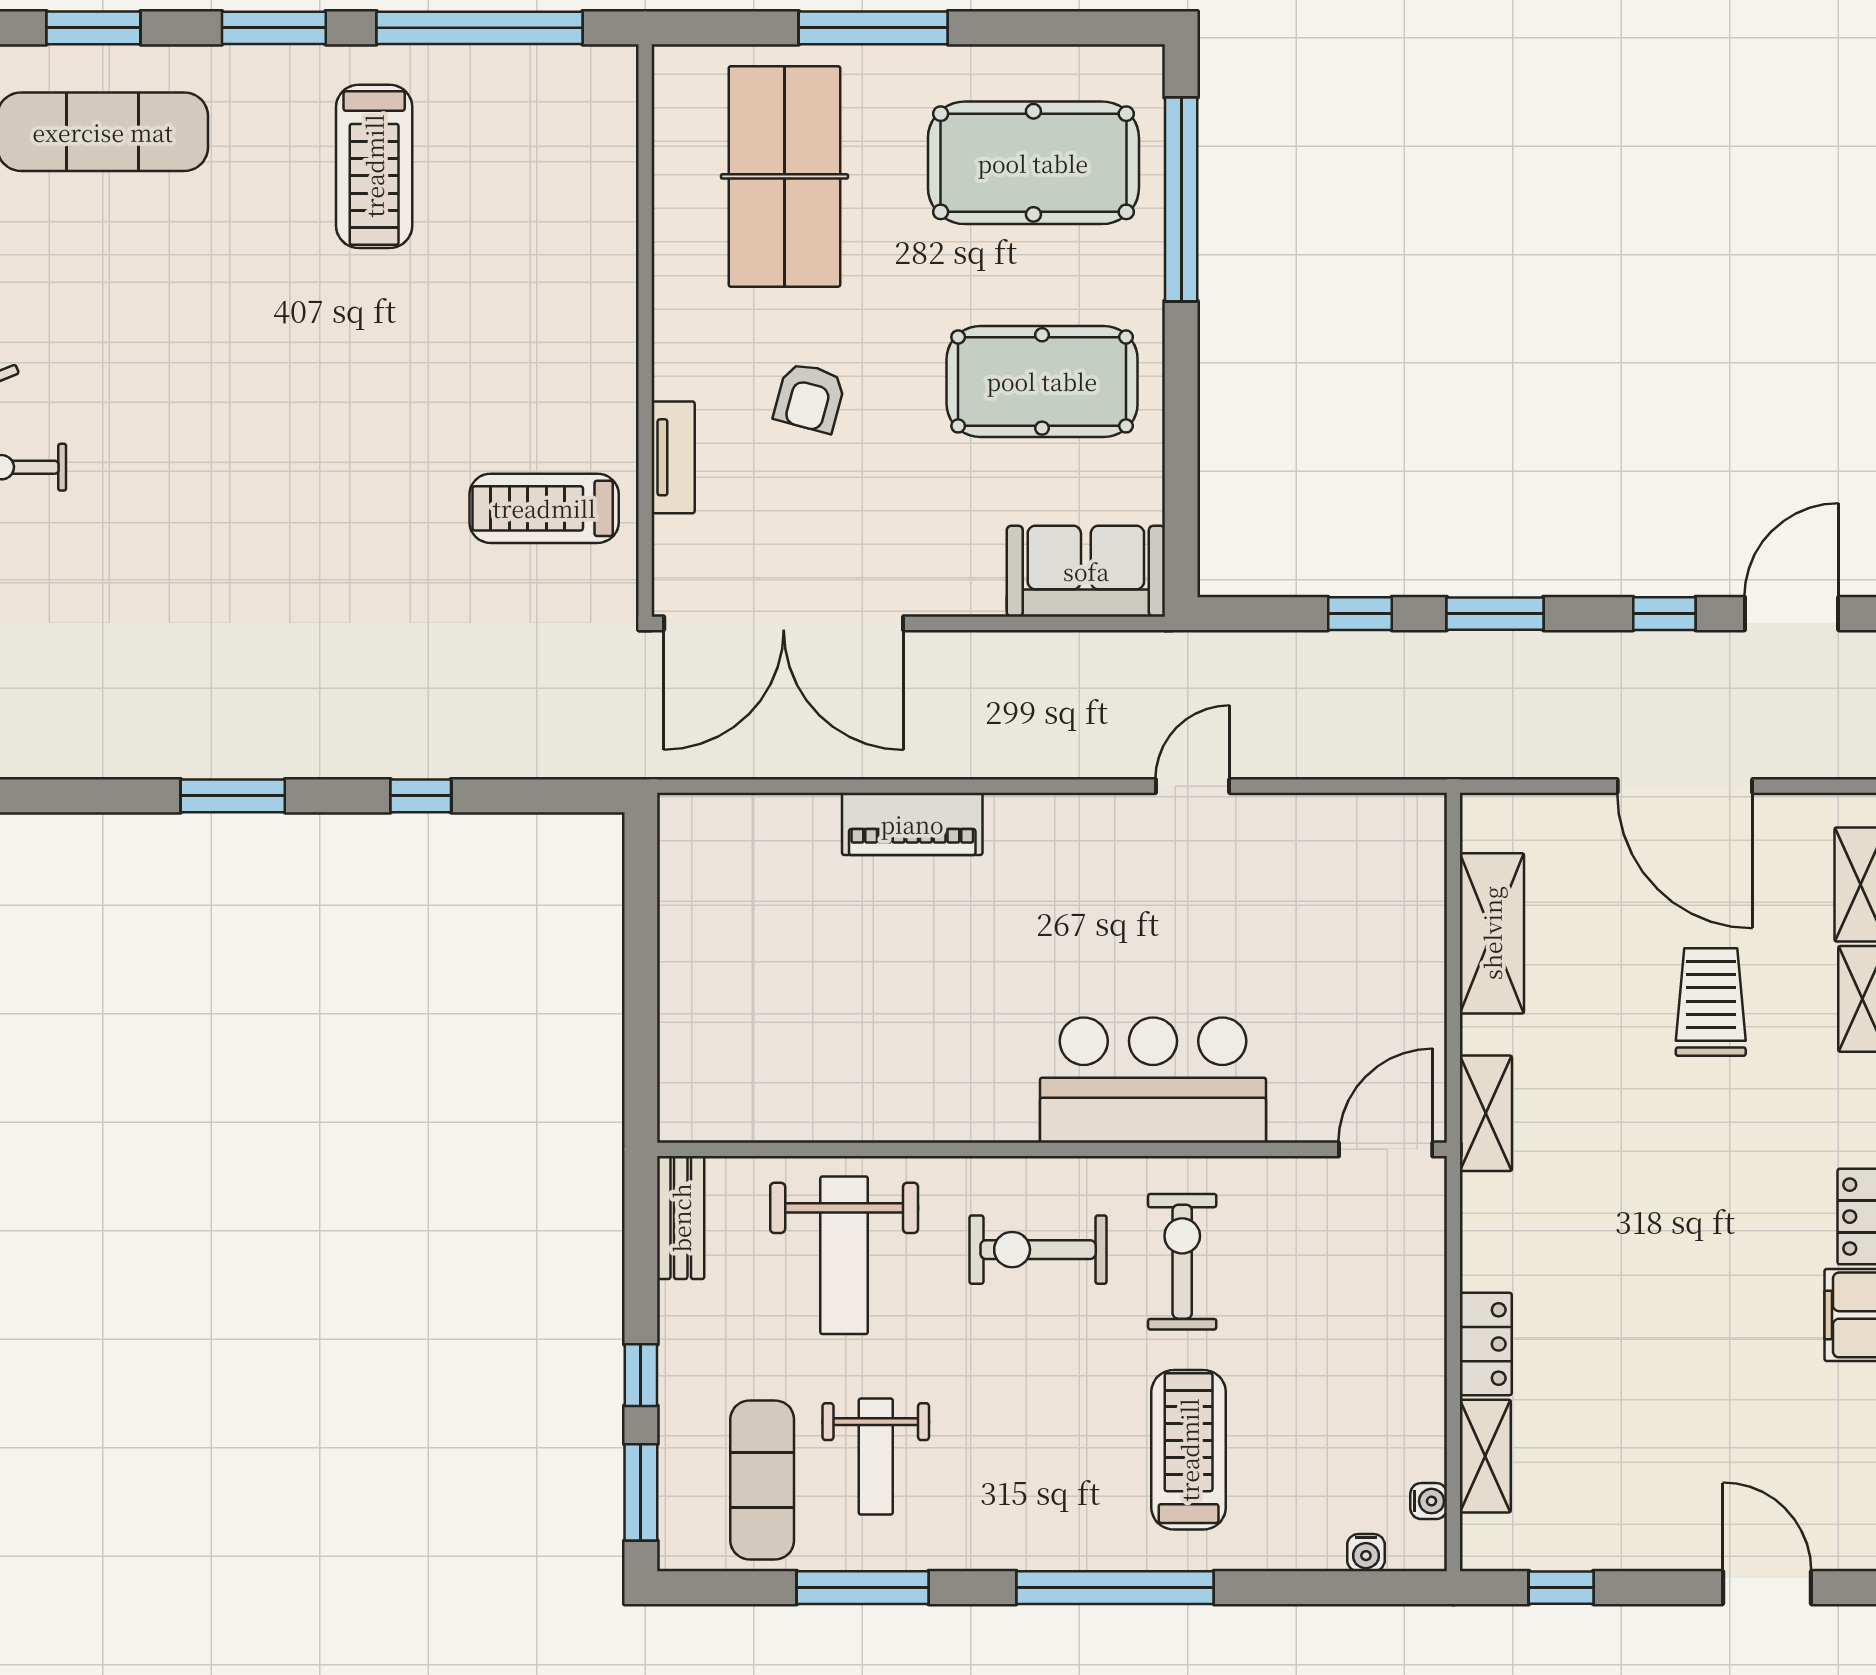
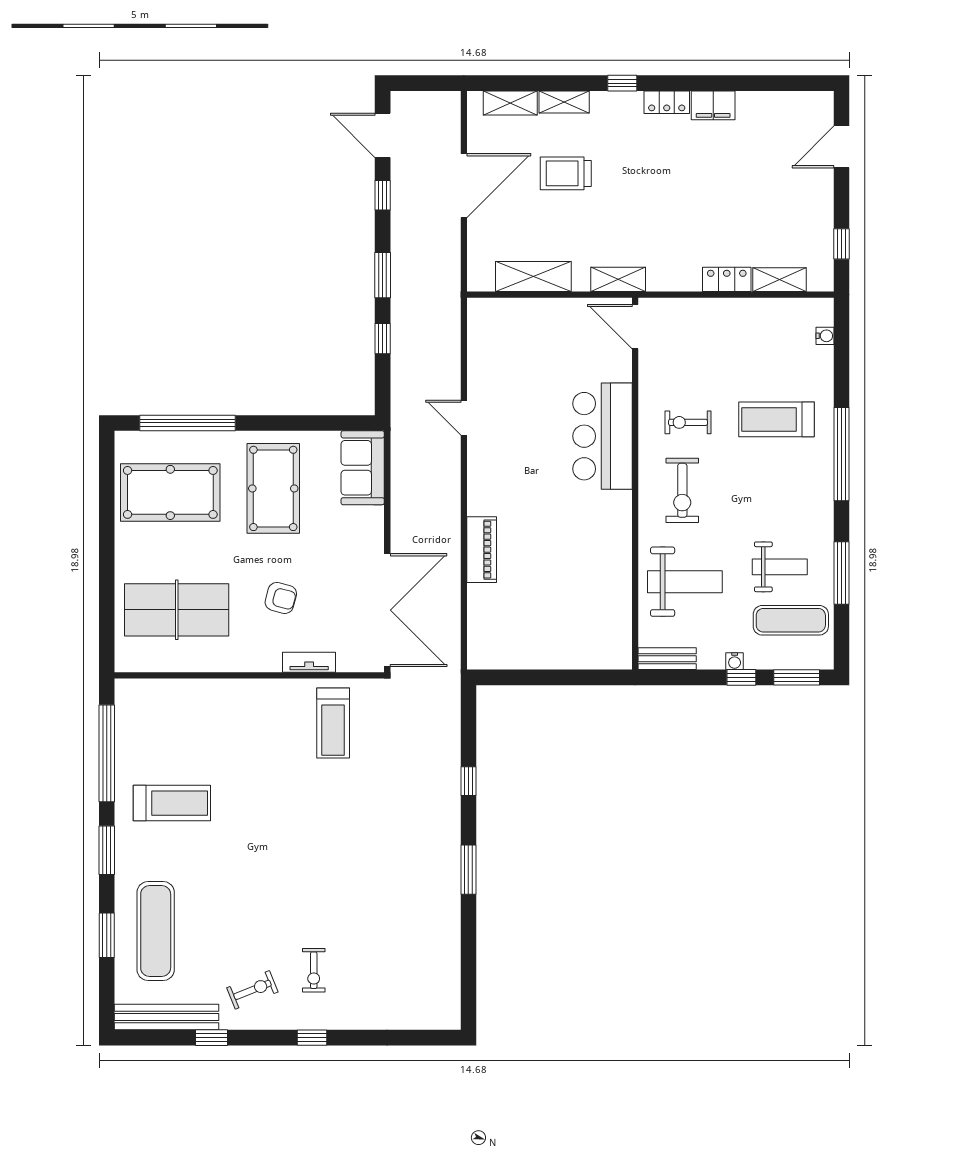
window: (873, 28) -> (107, 568), removed
pool table: (1033, 163) -> (170, 492), turned 90
exercise bike: (1182, 1262) -> (688, 422), width x0.73, depth x0.72
water cooler: (1429, 1501) -> (735, 661), moved, turned 180

